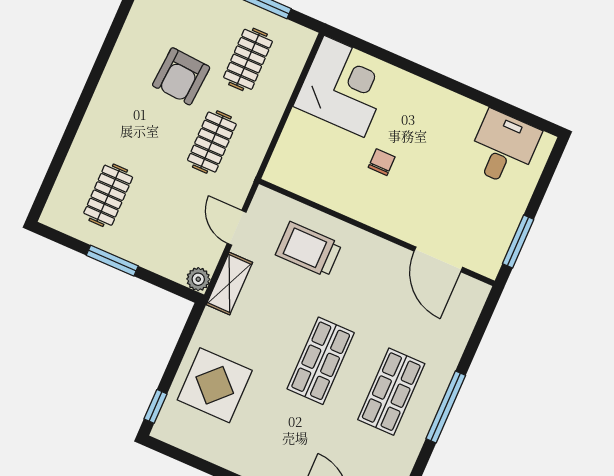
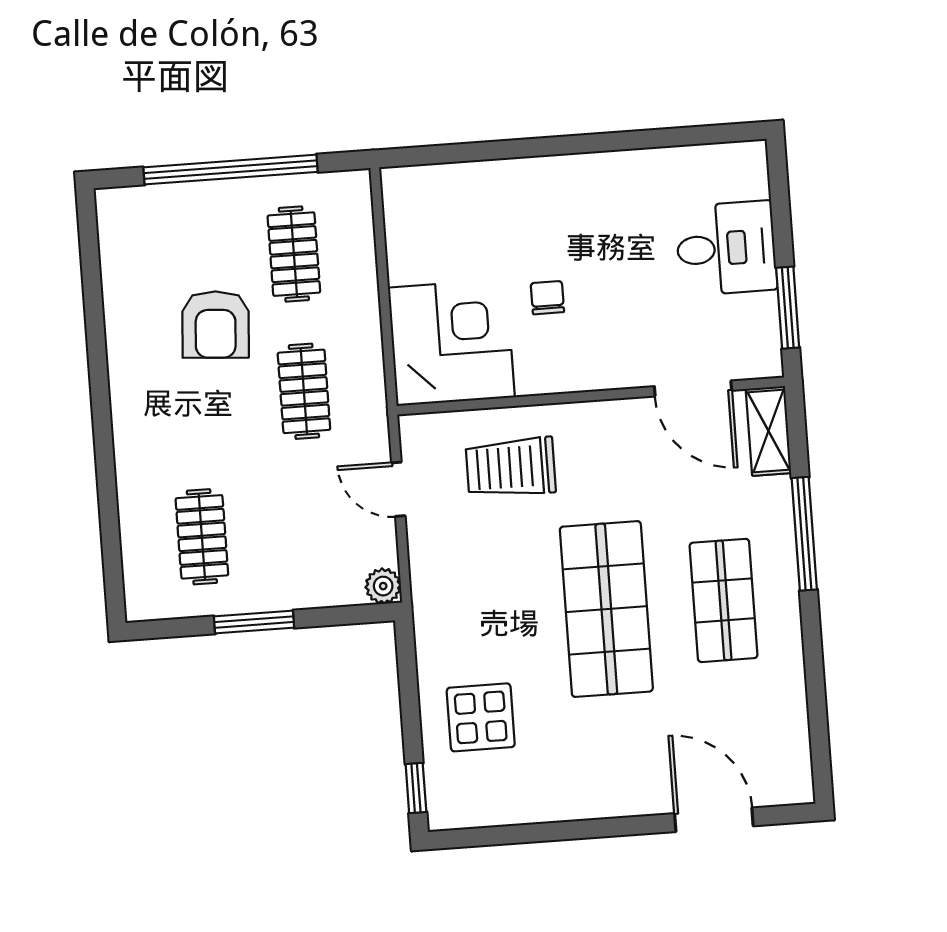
corner desk: (344, 86) -> (451, 342), moved
desk: (503, 148) -> (726, 248), moved, turned 90
shelving: (229, 284) -> (768, 431), moved
shop shelf: (321, 361) -> (606, 609), width x1.43, depth x1.36
display table: (215, 385) -> (481, 717), width x0.73, depth x0.73
window: (446, 407) -> (804, 534), moved

